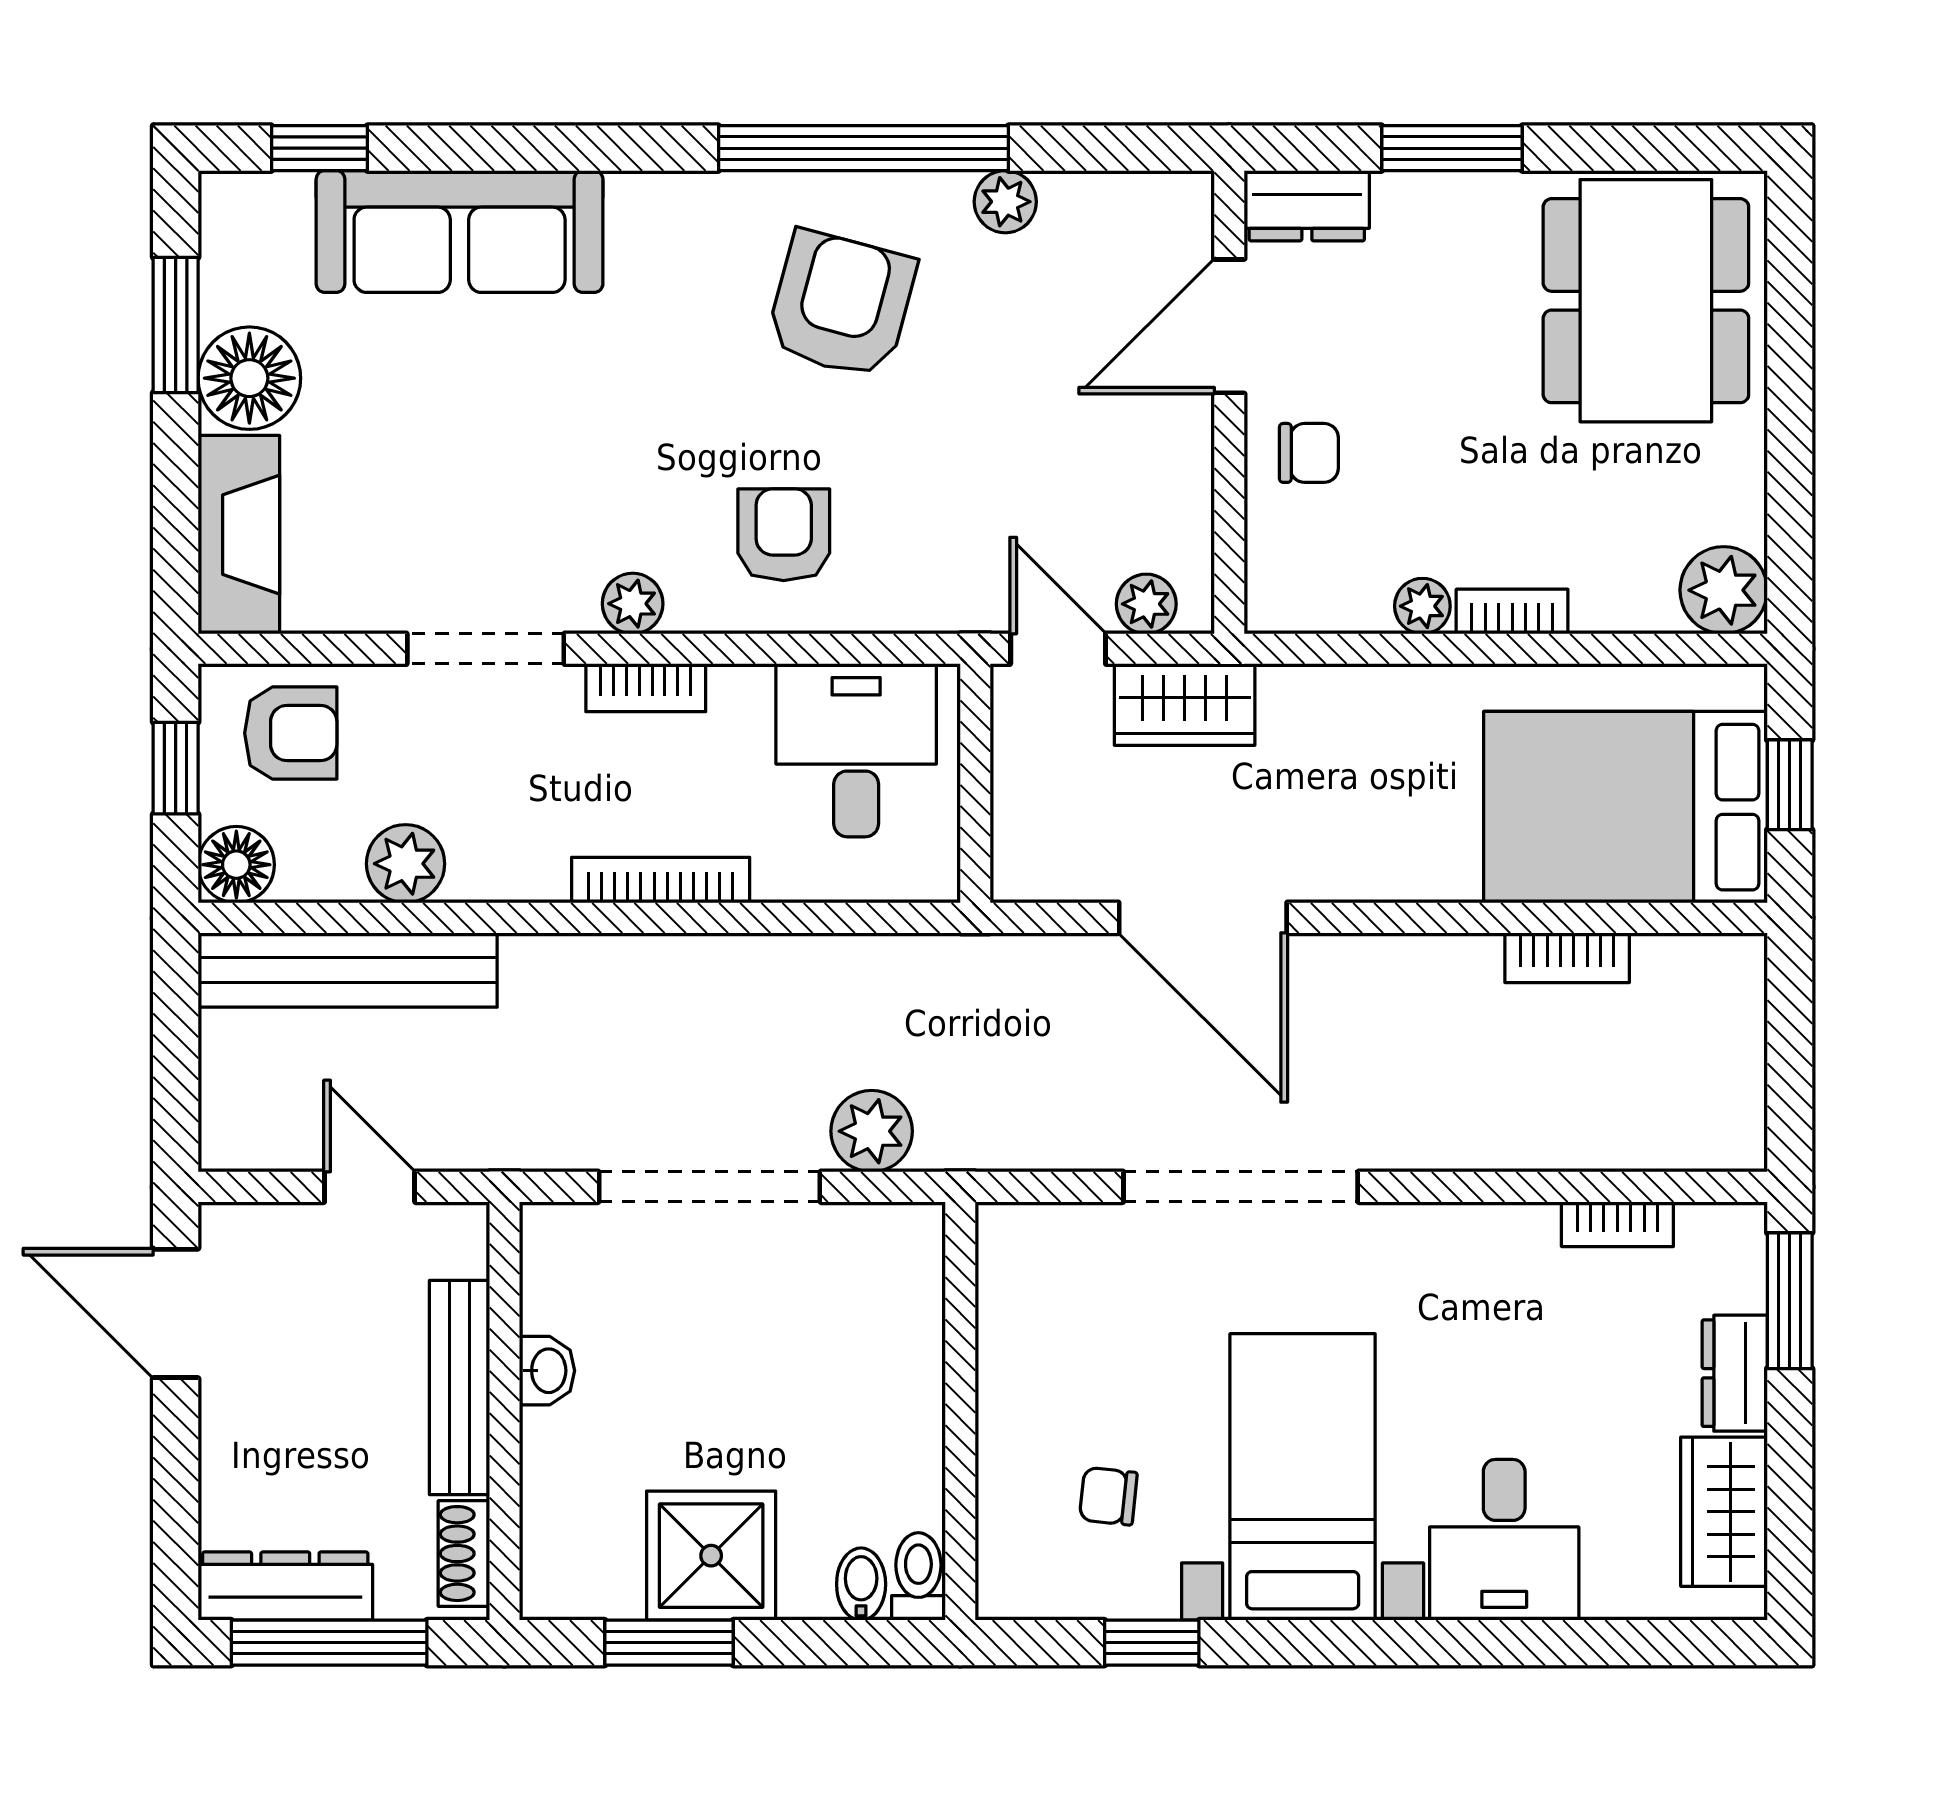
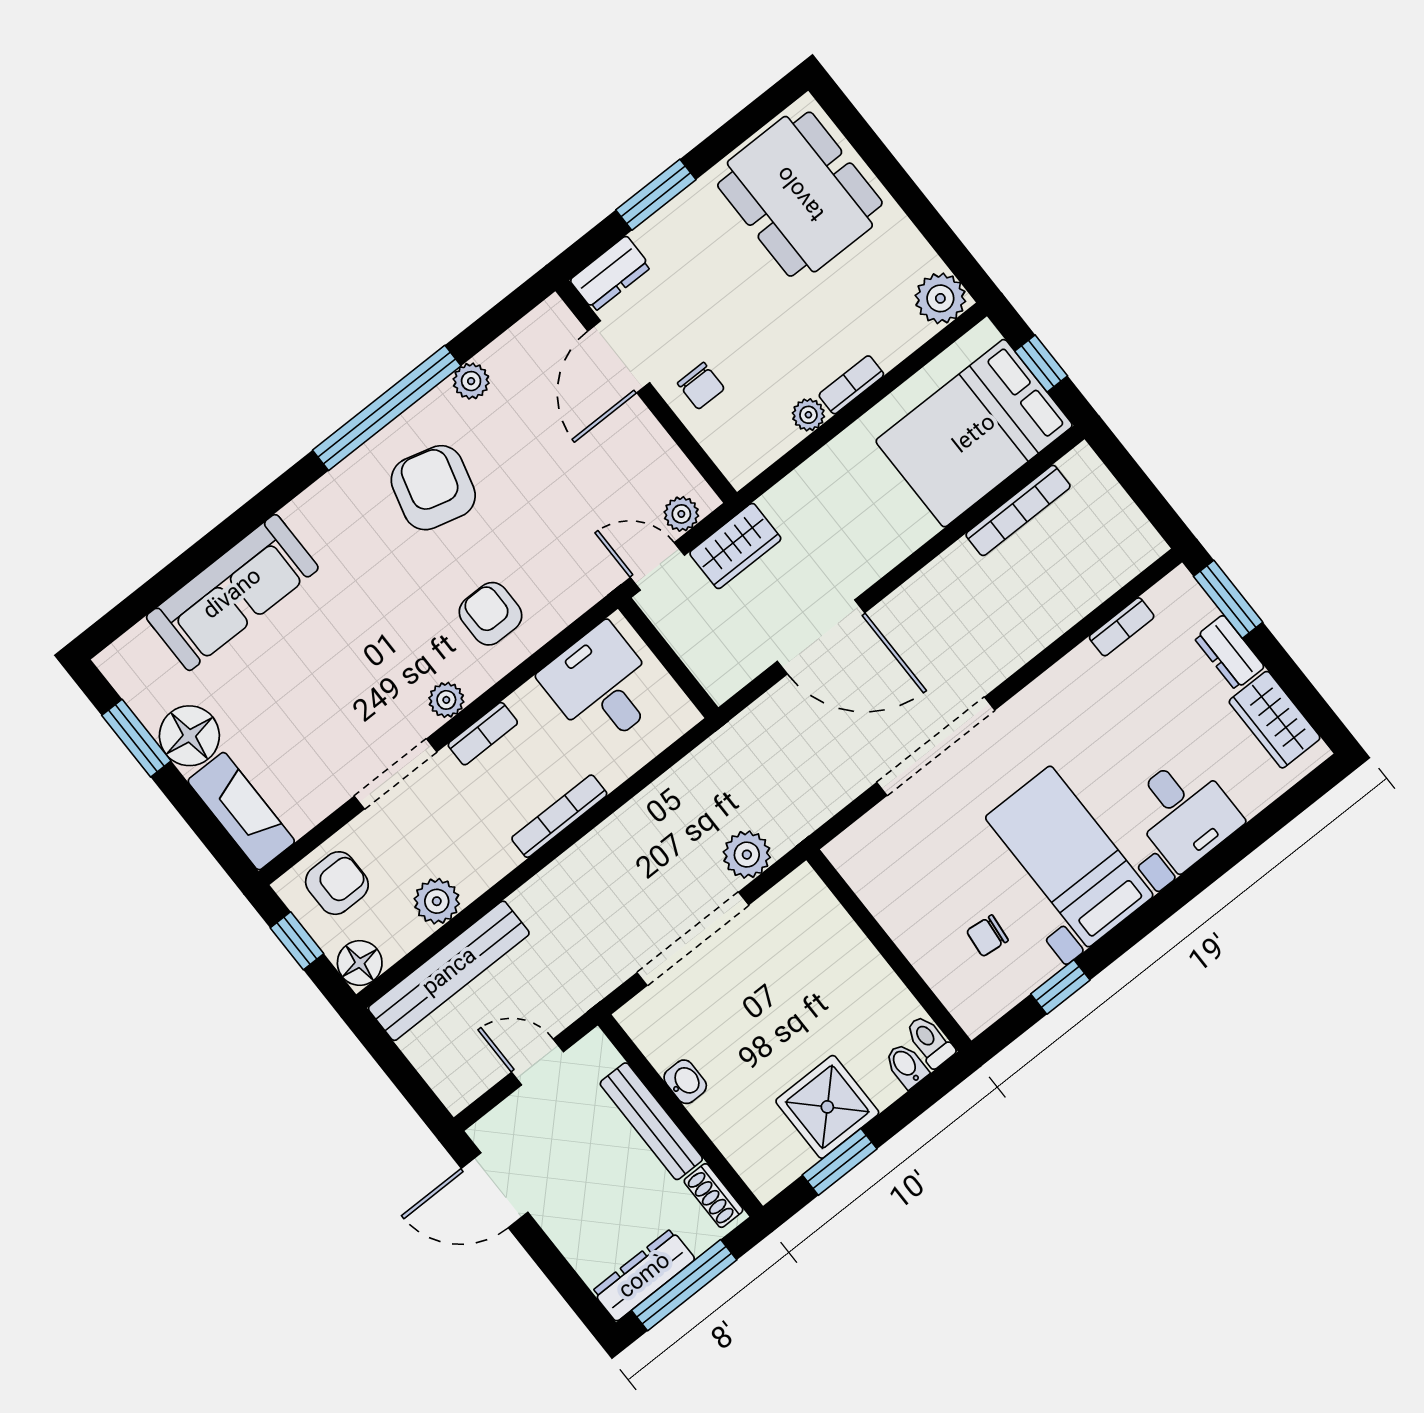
window: (319, 148) -> (138, 605), removed
chair: (1309, 453) -> (701, 386), turned 90
bookcase: (1567, 958) -> (1018, 510), width x1.56

